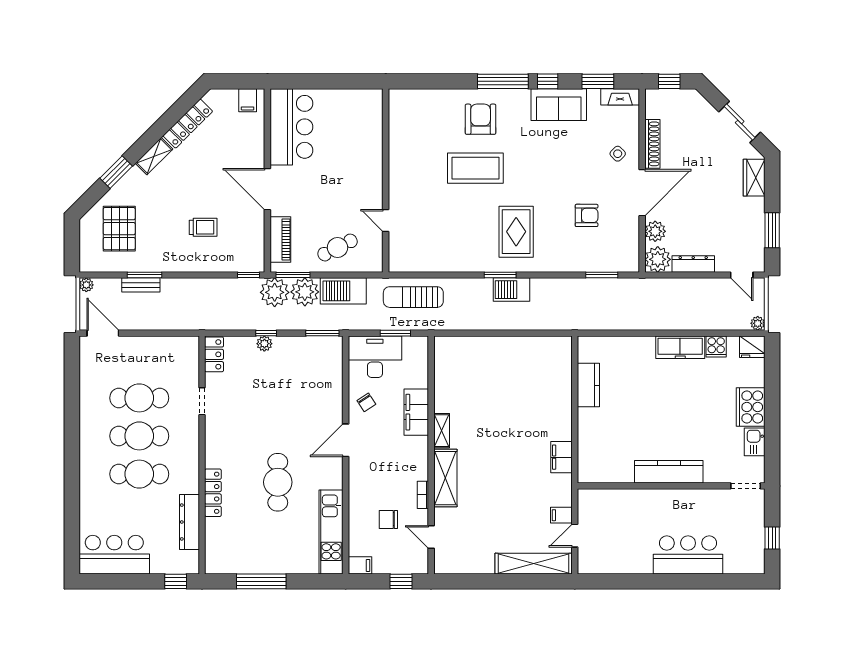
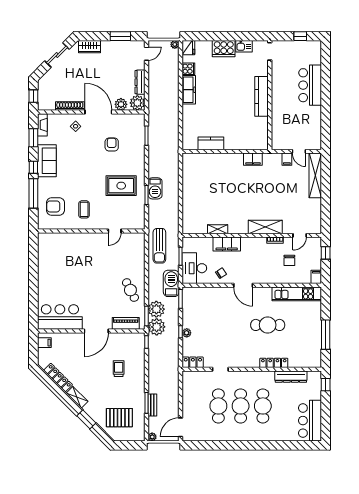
coffee table: (475, 168) -> (84, 209), width x0.54, depth x0.58
wall: (386, 180) -> (91, 231), moved
door: (386, 221) -> (115, 231), moved
barbecue: (343, 291) -> (171, 283), moved, turned 180
shelving: (442, 431) -> (218, 229), moved

